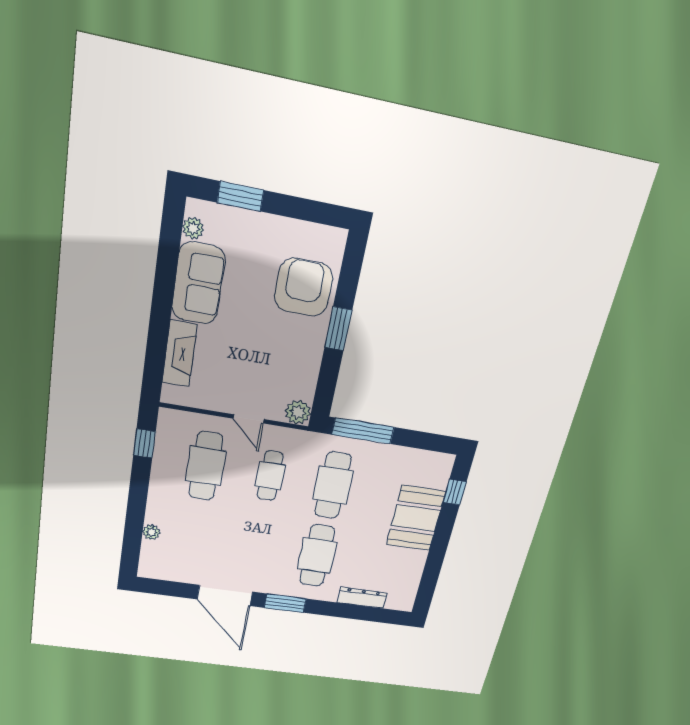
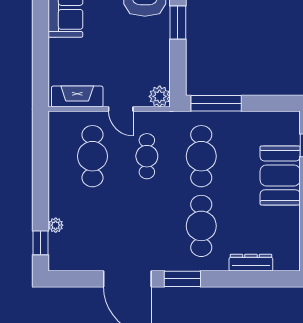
fireplace: (179, 354) -> (77, 97), moved, turned -90
window: (144, 443) -> (40, 243), moved

